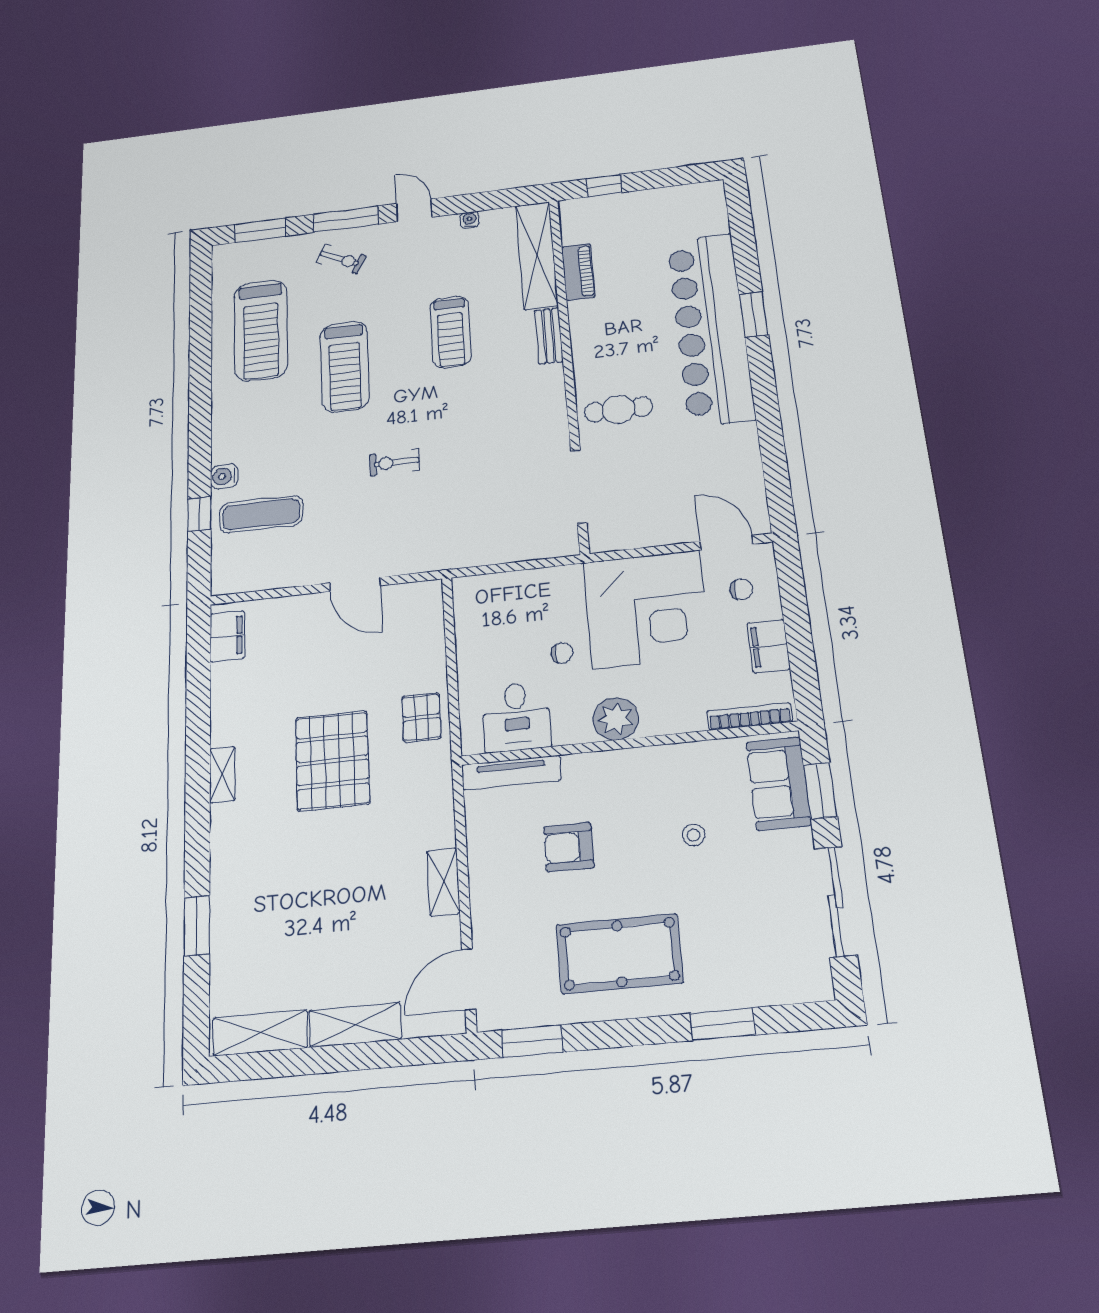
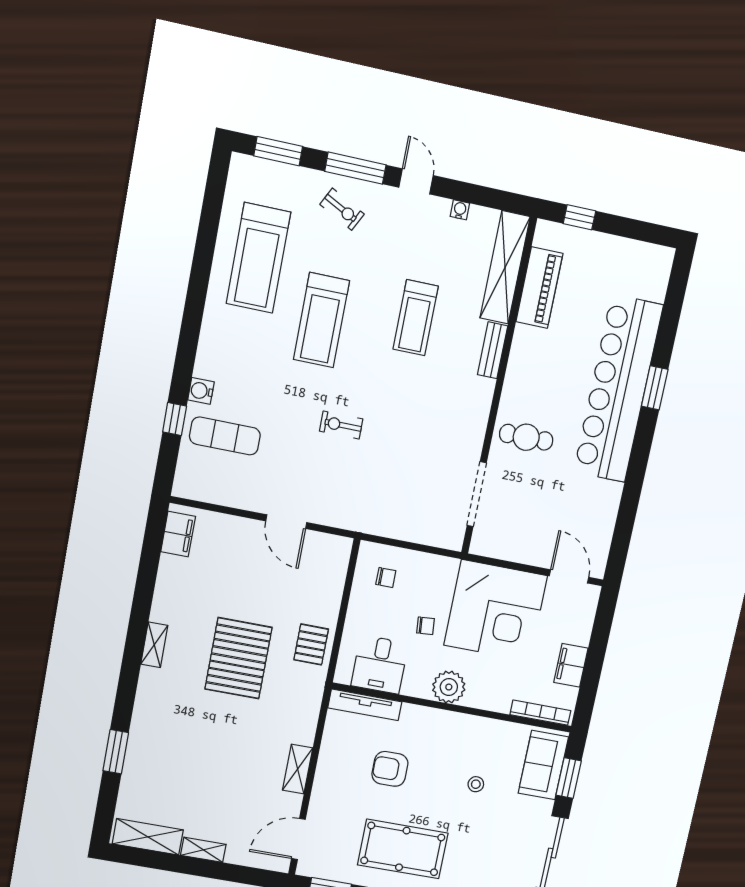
piano: (578, 272) -> (539, 288), width x1.37, depth x1.33
chair: (741, 589) -> (386, 578), moved
shelving: (355, 1025) -> (203, 850), width x0.67, depth x0.75

